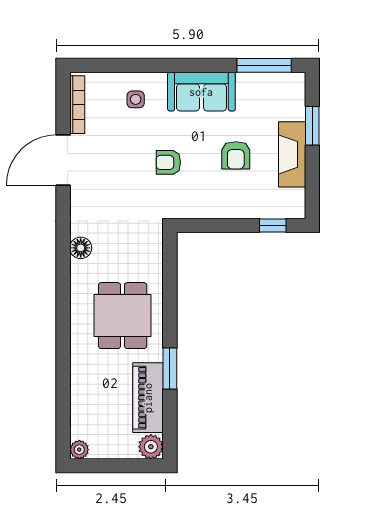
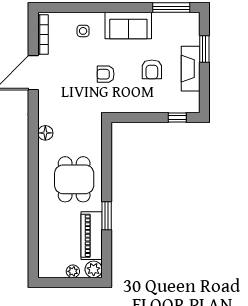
plant: (79, 450) -> (73, 271), moved

